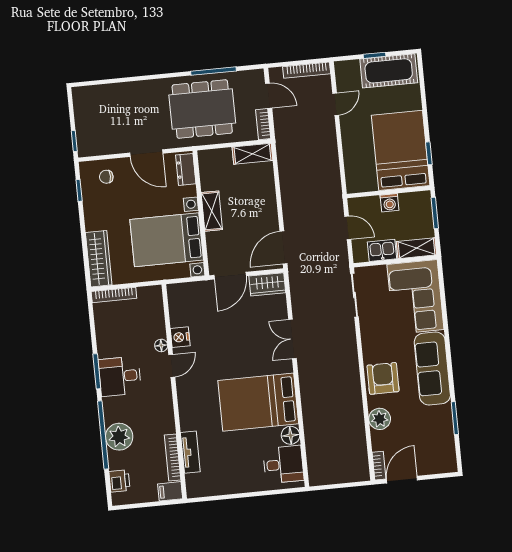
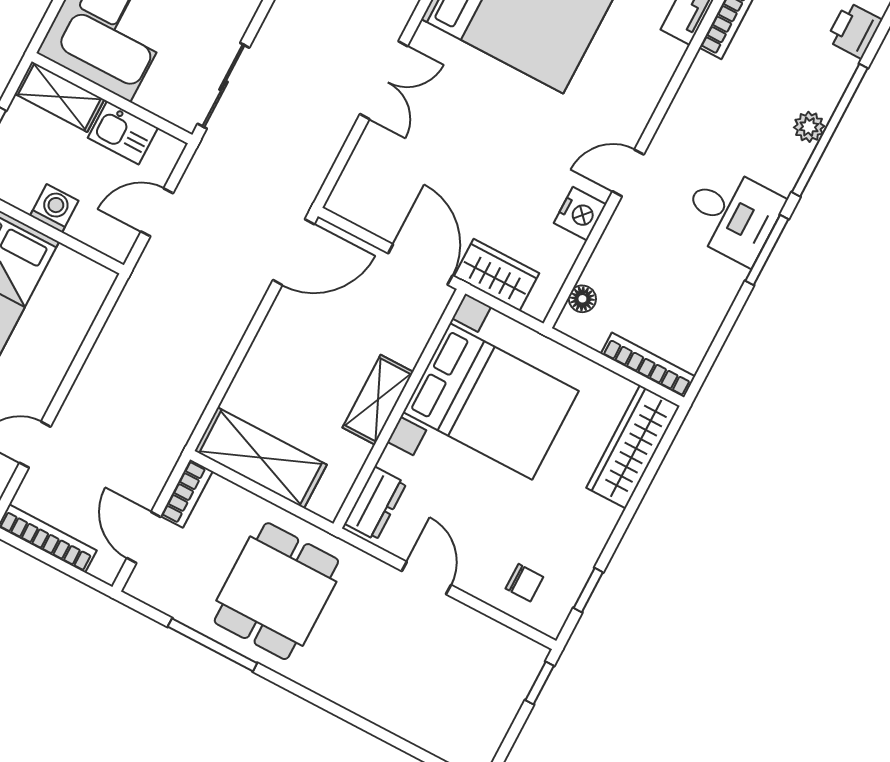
dining table: (202, 109) -> (276, 591), width x0.73
door: (146, 153) -> (426, 578), width x0.73
shelving: (253, 154) -> (261, 458), width x1.50, depth x1.33
door: (348, 228) -> (157, 212), hinge flipped
door: (230, 276) -> (420, 264), hinge flipped
wardrobe: (267, 284) -> (497, 275), moved
floor lamp: (161, 345) -> (582, 299), moved
plant: (119, 437) -> (809, 127), width x0.53, depth x0.53

